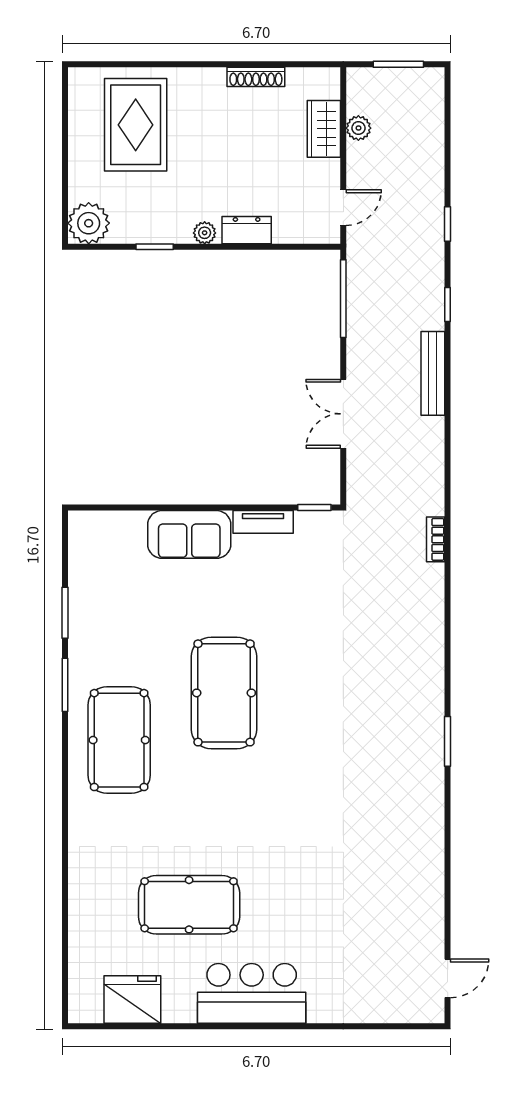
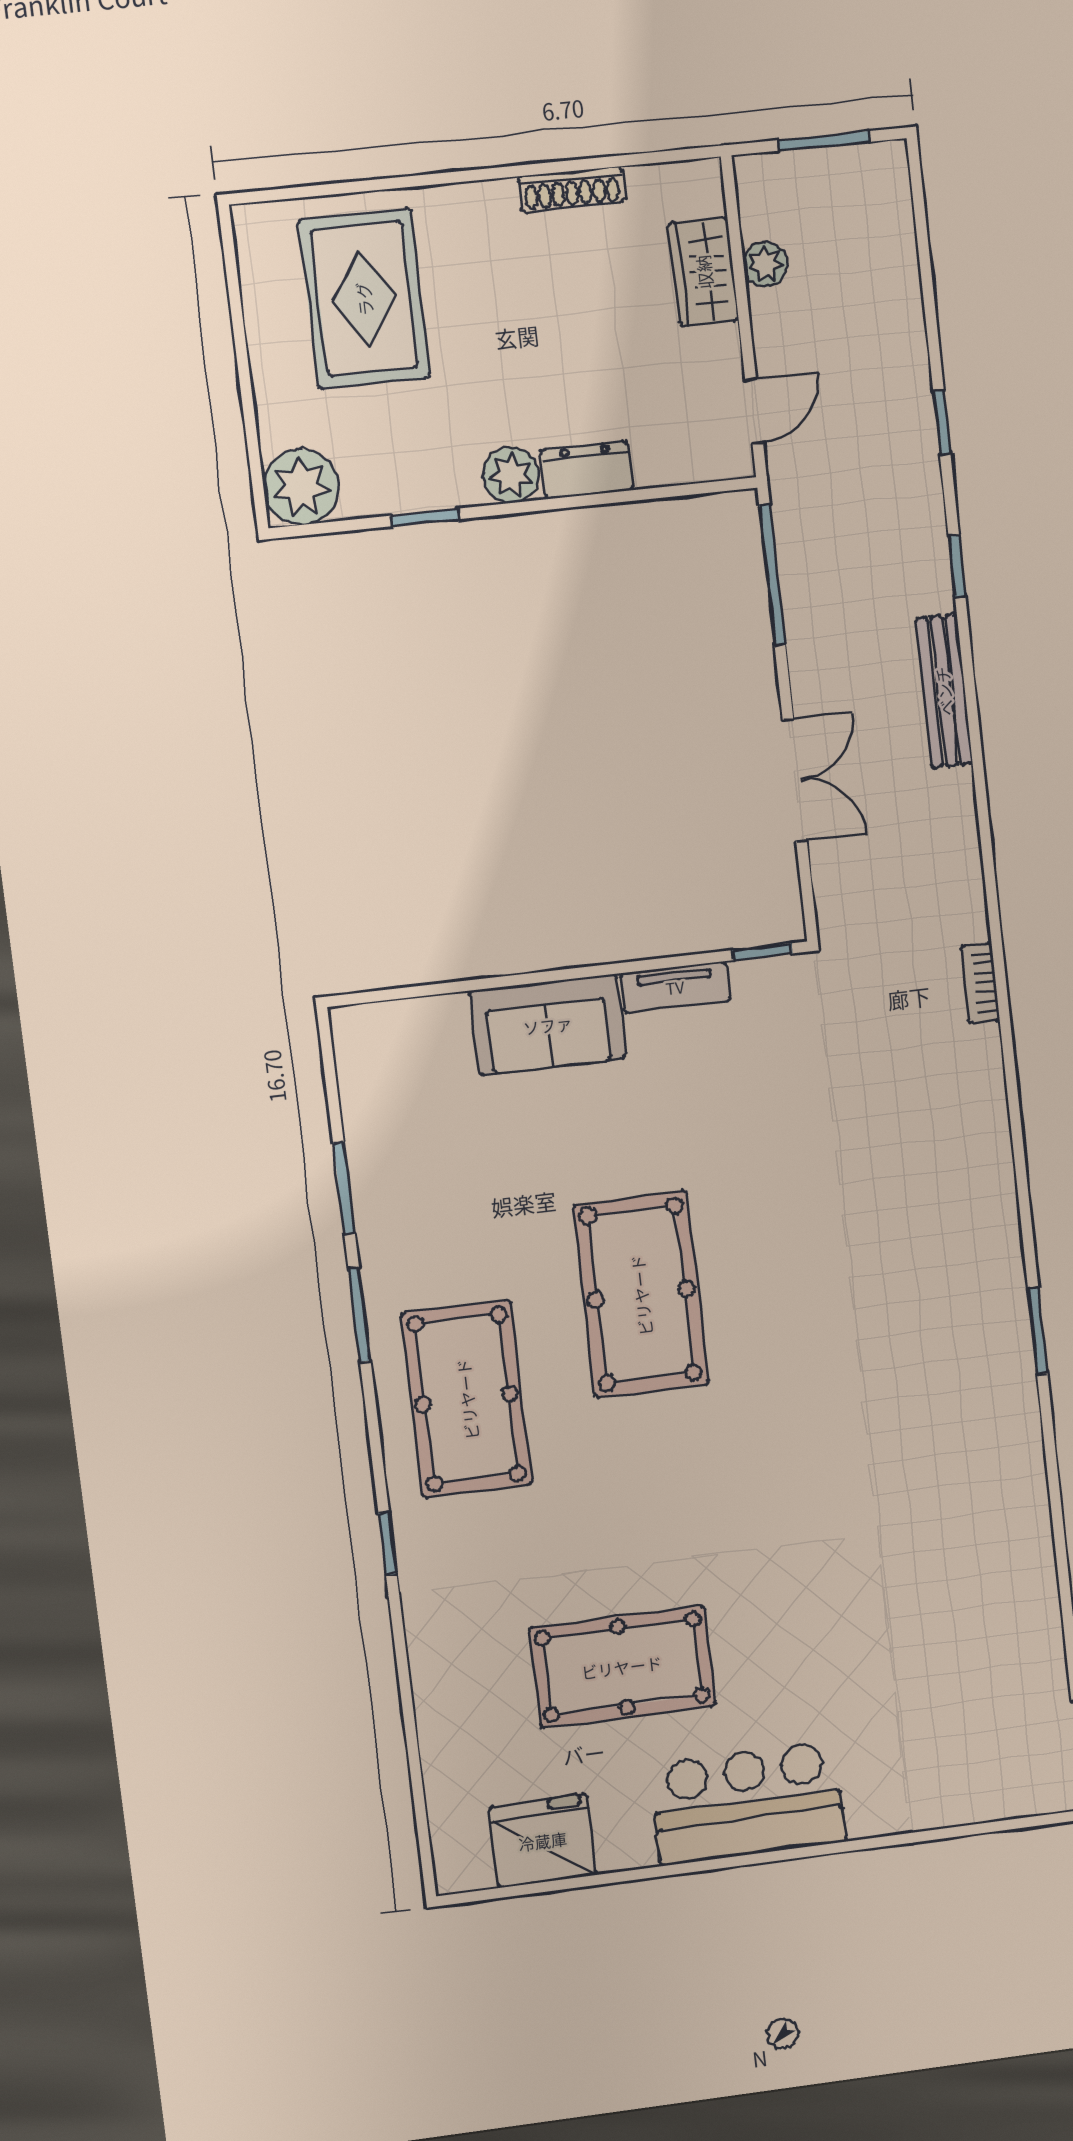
plant: (205, 233) -> (511, 475), width x1.38, depth x1.38
double door: (343, 414) -> (795, 780), swing flipped
window: (65, 817) -> (388, 1544), added

